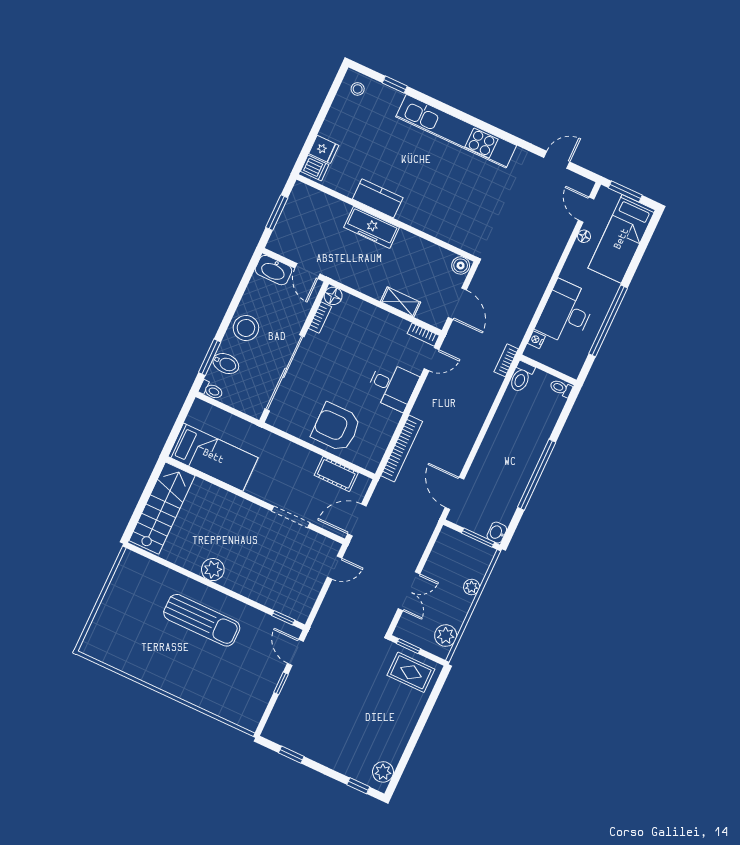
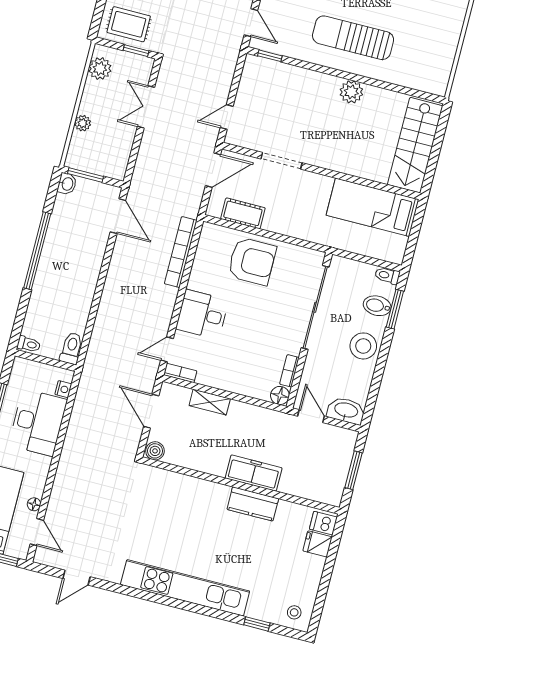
bookcase: (506, 360) -> (90, 362), removed

